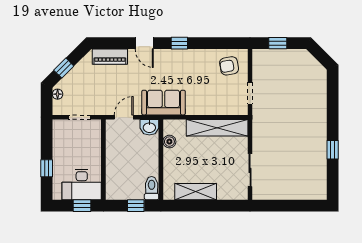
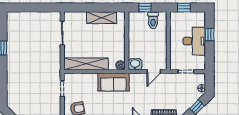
sofa: (164, 103) -> (113, 82), moved
boiler: (169, 142) -> (121, 65), moved
desk: (82, 184) -> (194, 41), moved, turned 90
toilet: (152, 188) -> (153, 20), moved

